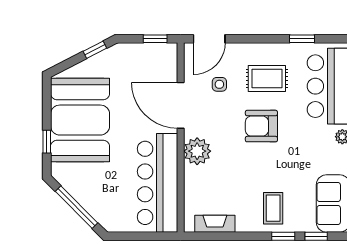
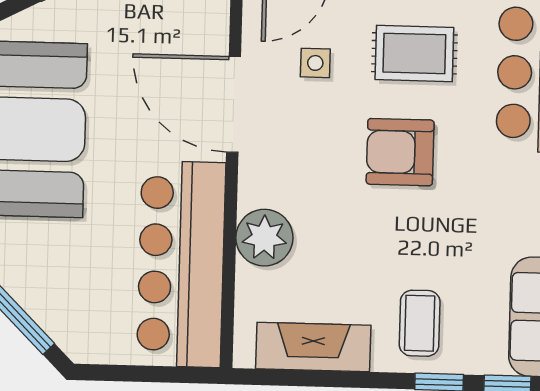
plant: (197, 151) -> (264, 238), moved
fireplace: (215, 224) -> (313, 347), width x1.37, depth x1.32

